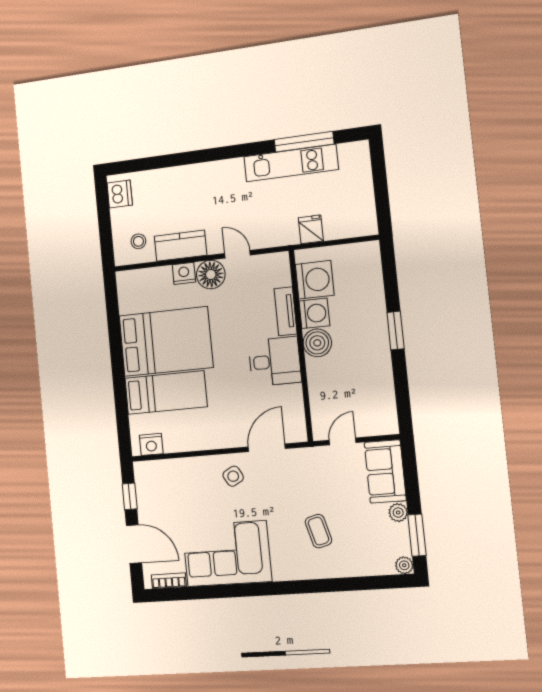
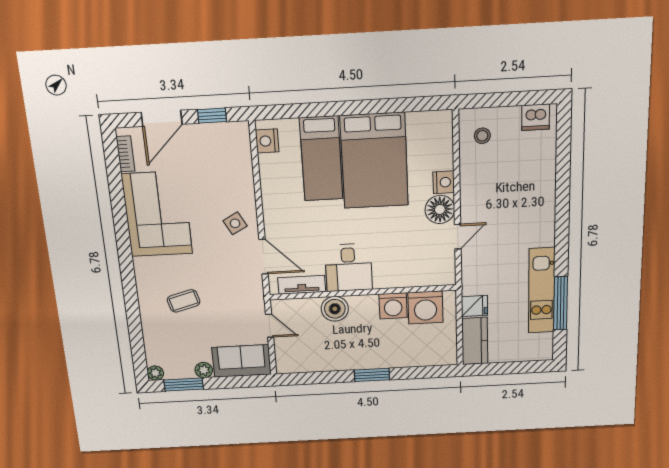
kitchen counter: (181, 246) -> (475, 341), moved
tv unit: (286, 311) -> (302, 285), moved
boiler: (317, 343) -> (335, 309), moved

